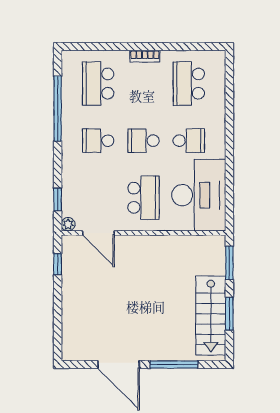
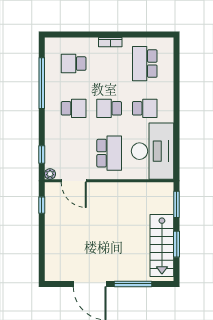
school desk: (98, 84) -> (74, 64), width x0.54
school desk: (98, 141) -> (74, 108), turned 180

